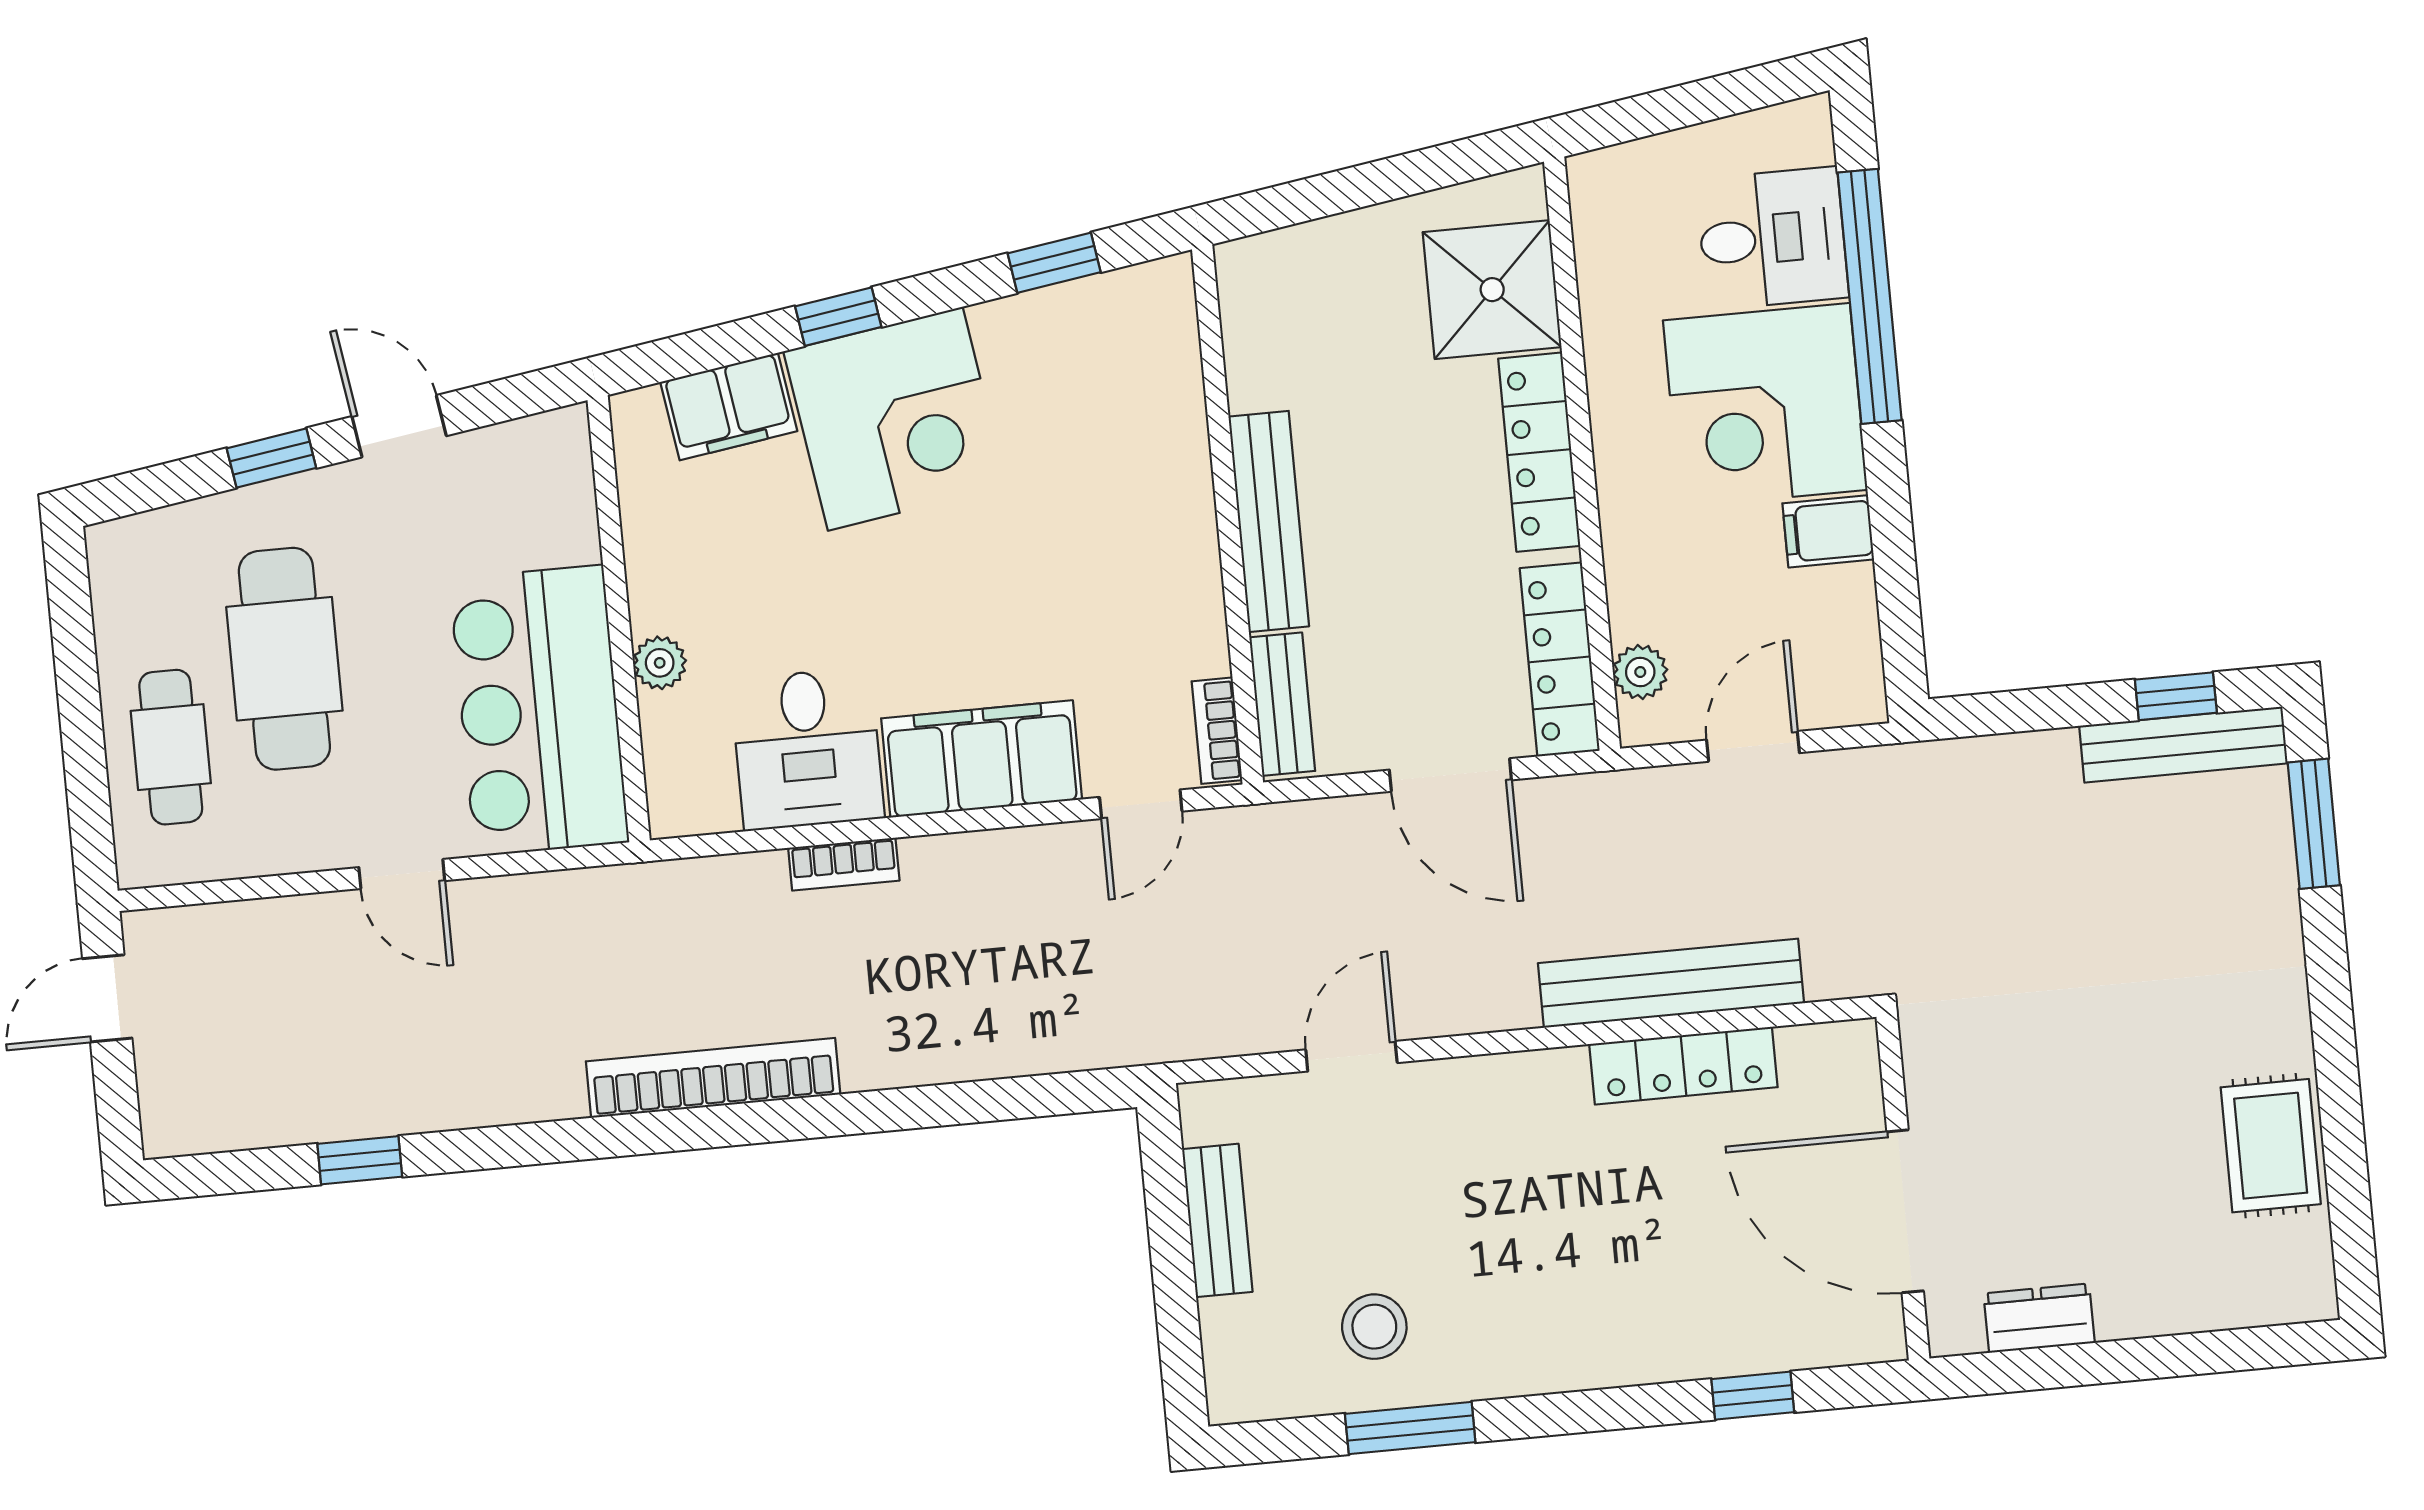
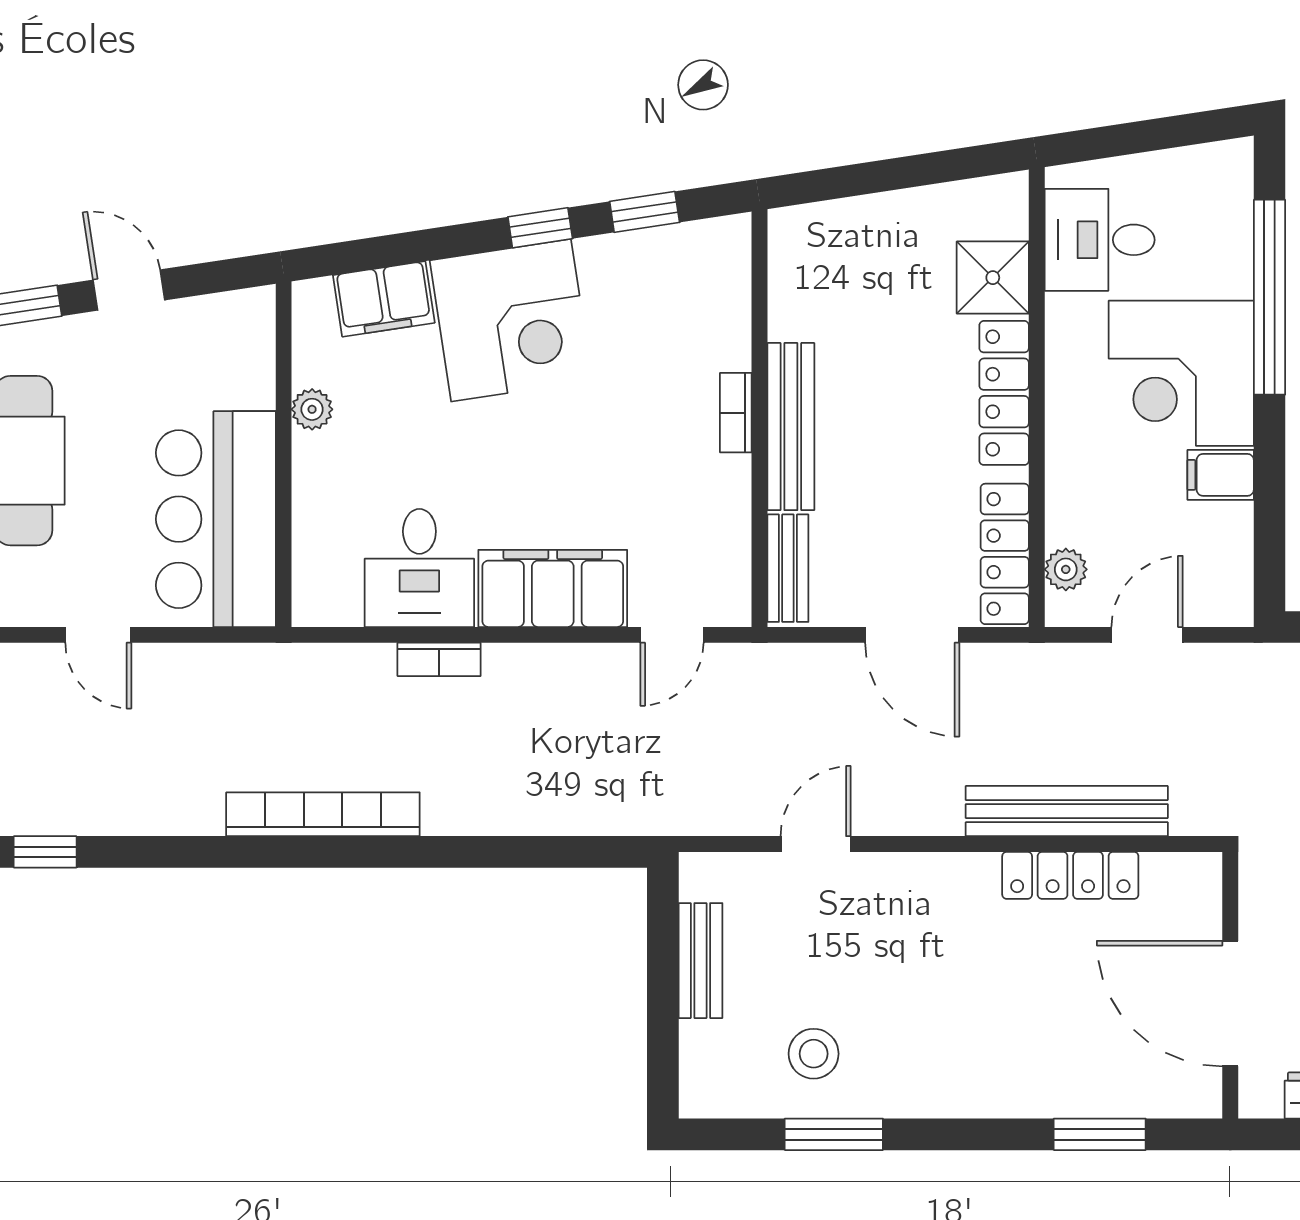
desk: (1772, 238) -> (1100, 240), moved, turned 180
shower: (1492, 290) -> (993, 278), width x0.73, depth x0.73
window: (838, 317) -> (540, 228), moved
plant: (660, 663) -> (312, 409), moved
bookcase: (1217, 731) -> (736, 413), moved
window: (1753, 1396) -> (1100, 1134), width x1.50

